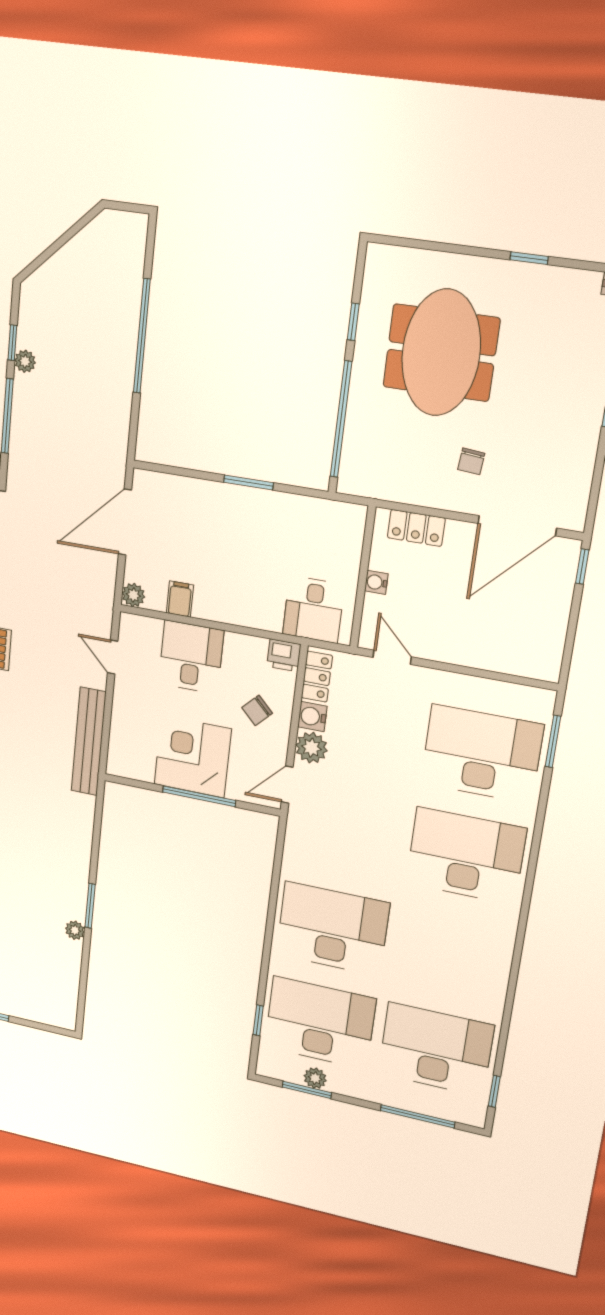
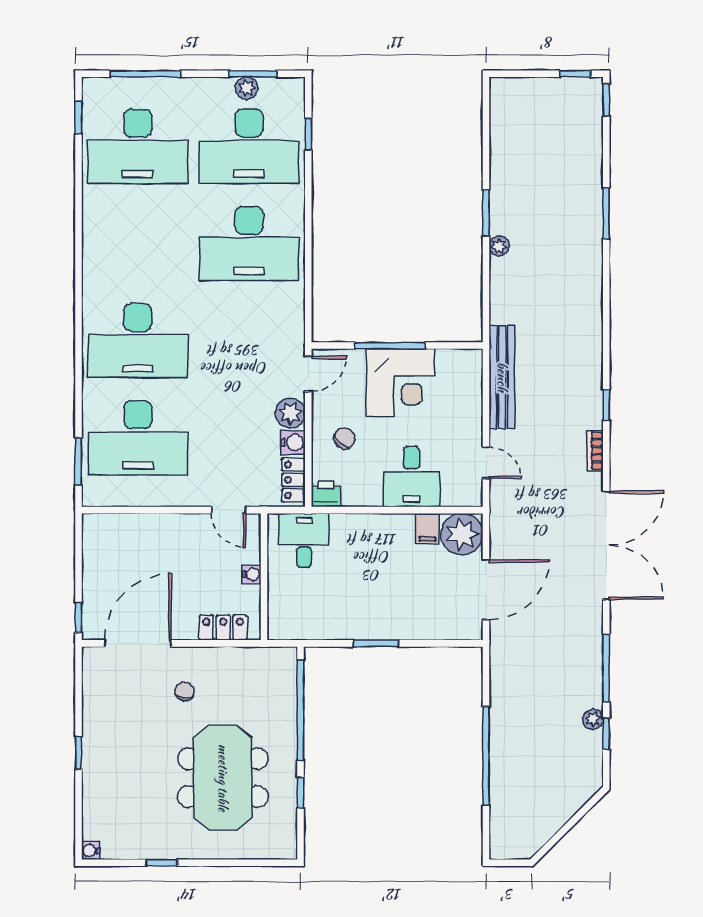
plant: (133, 595) -> (462, 534), width x1.88, depth x1.88
plant: (75, 930) -> (499, 246), moved

